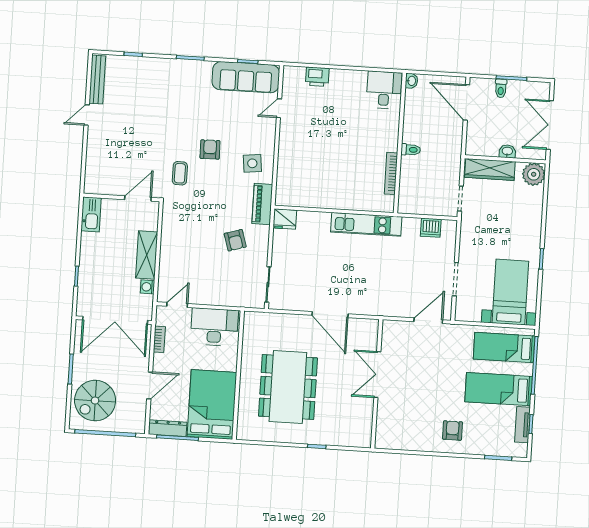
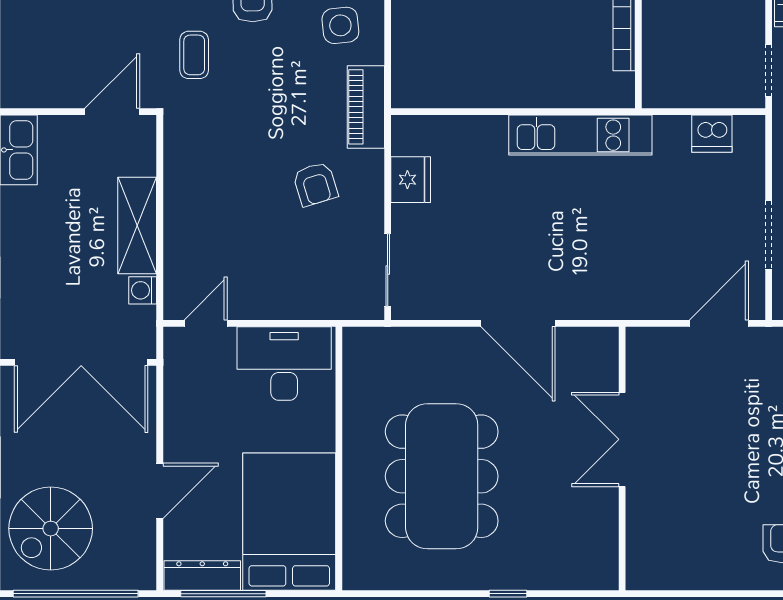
fridge: (285, 219) -> (411, 180), moved, turned -90
bookcase: (159, 339) -> (174, 396), removed

